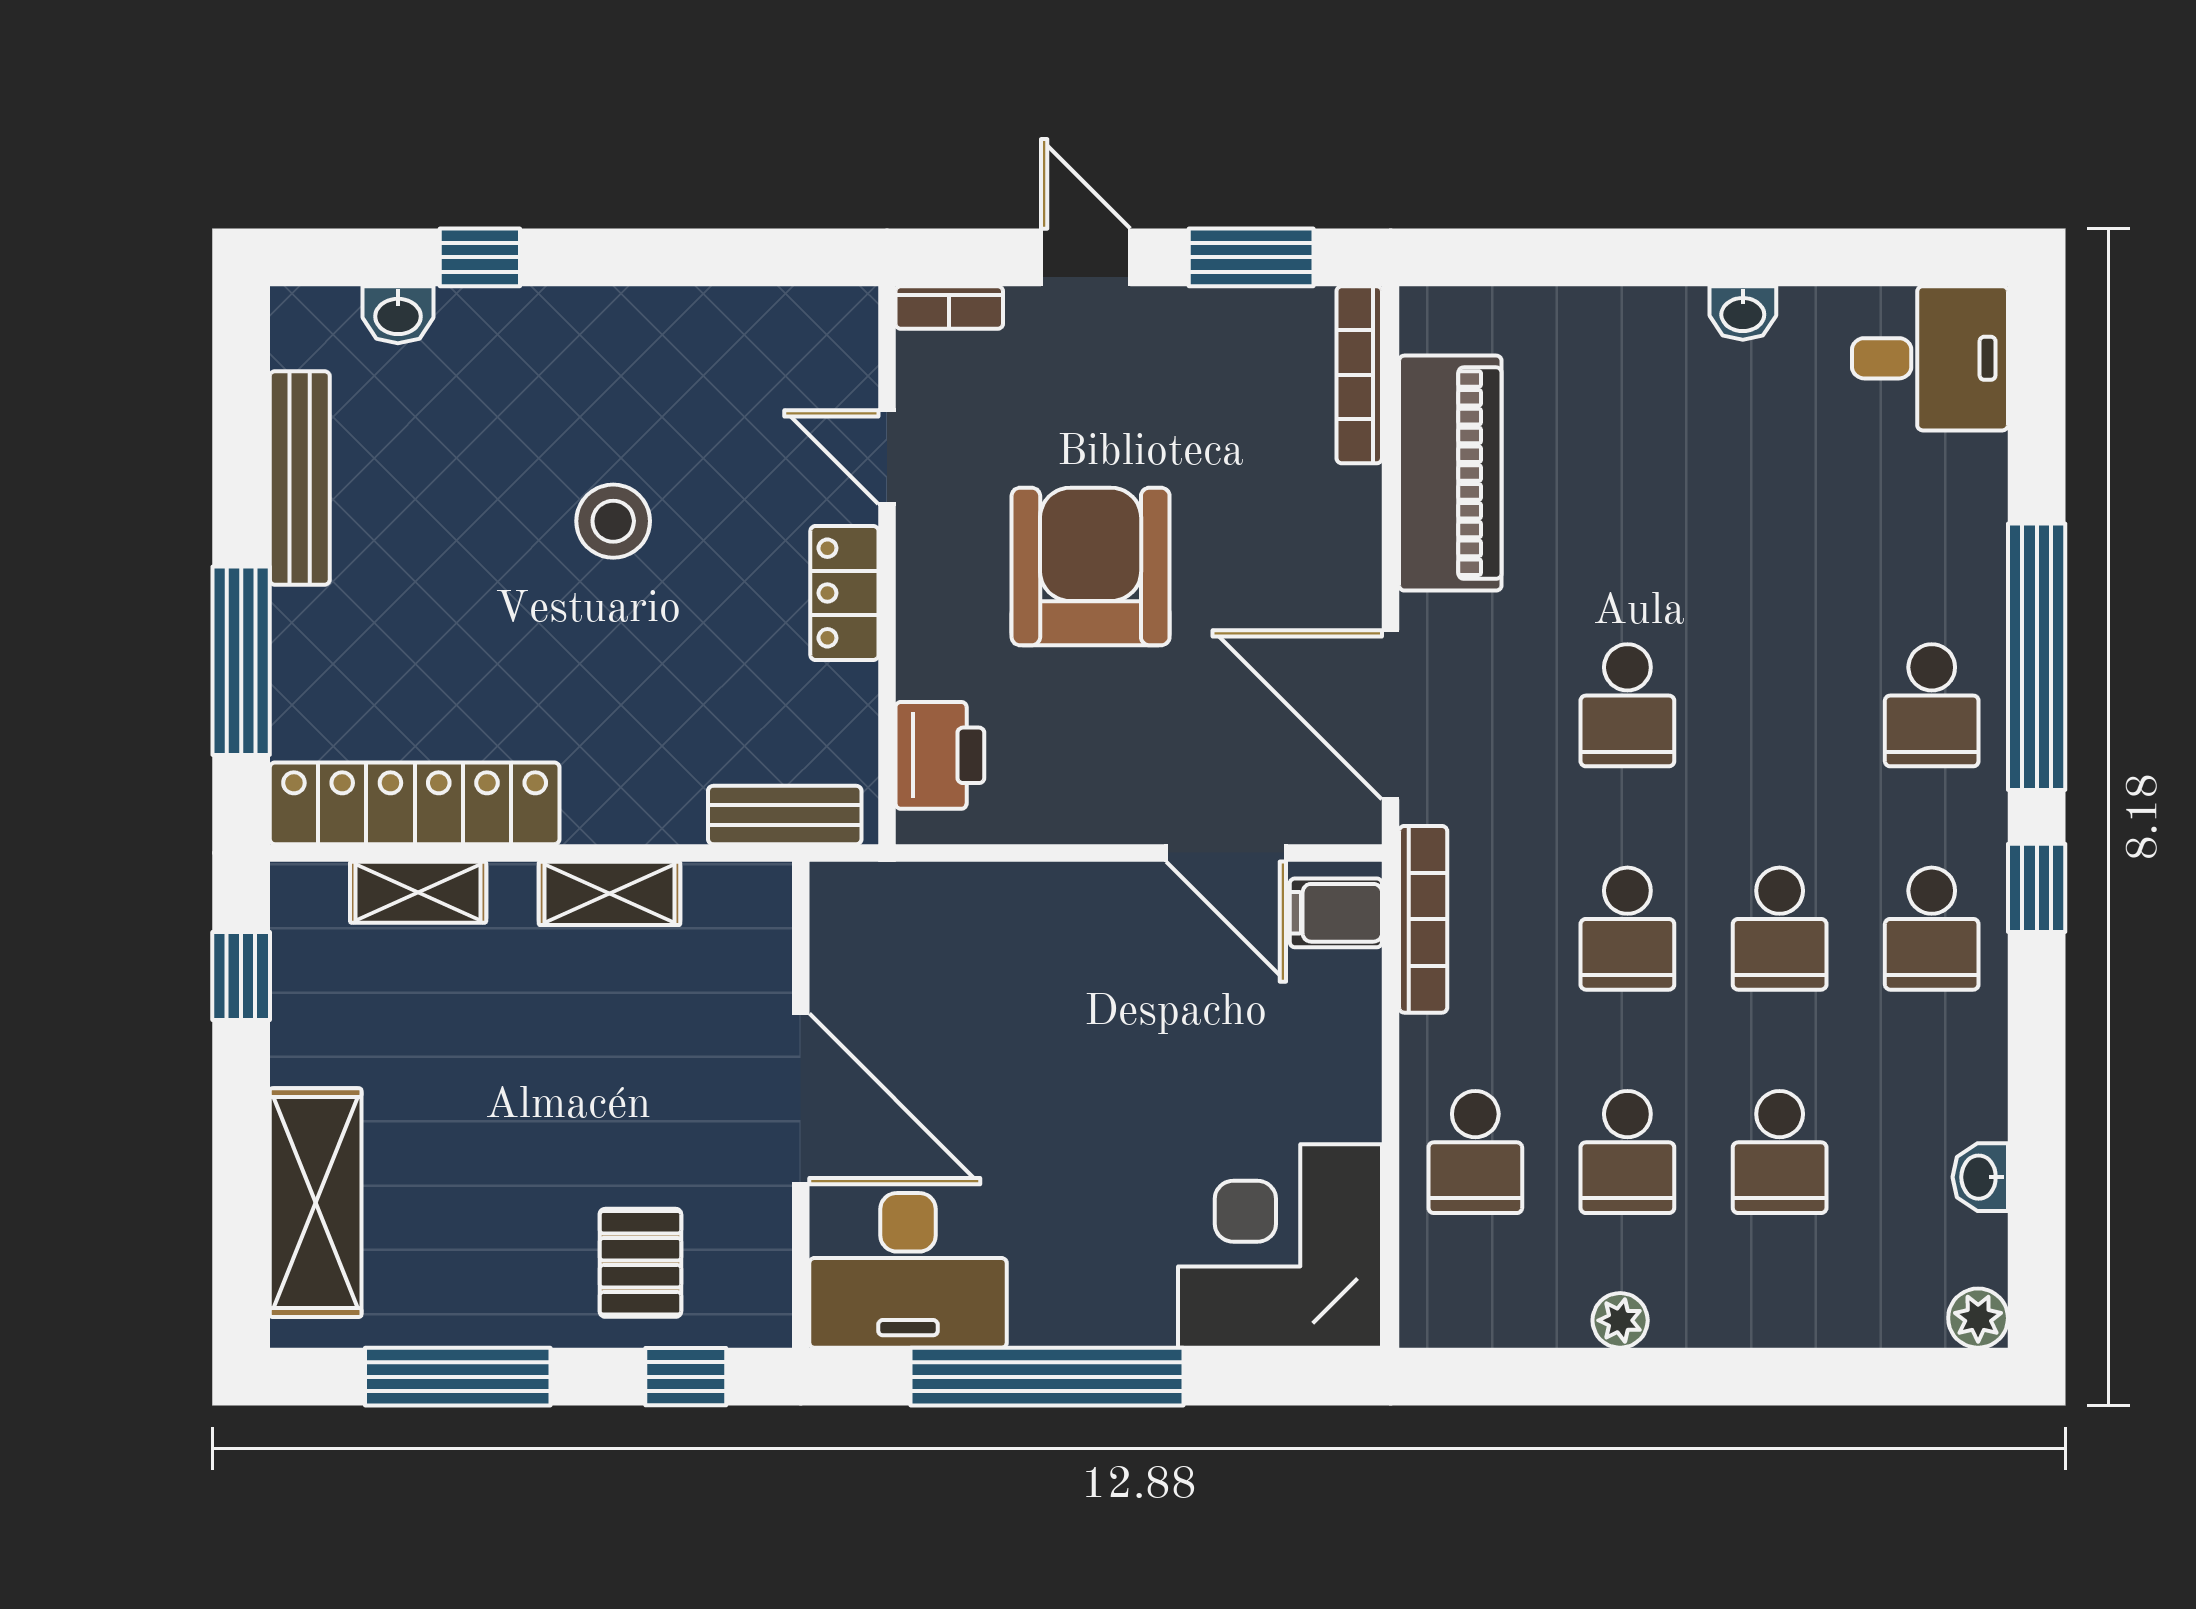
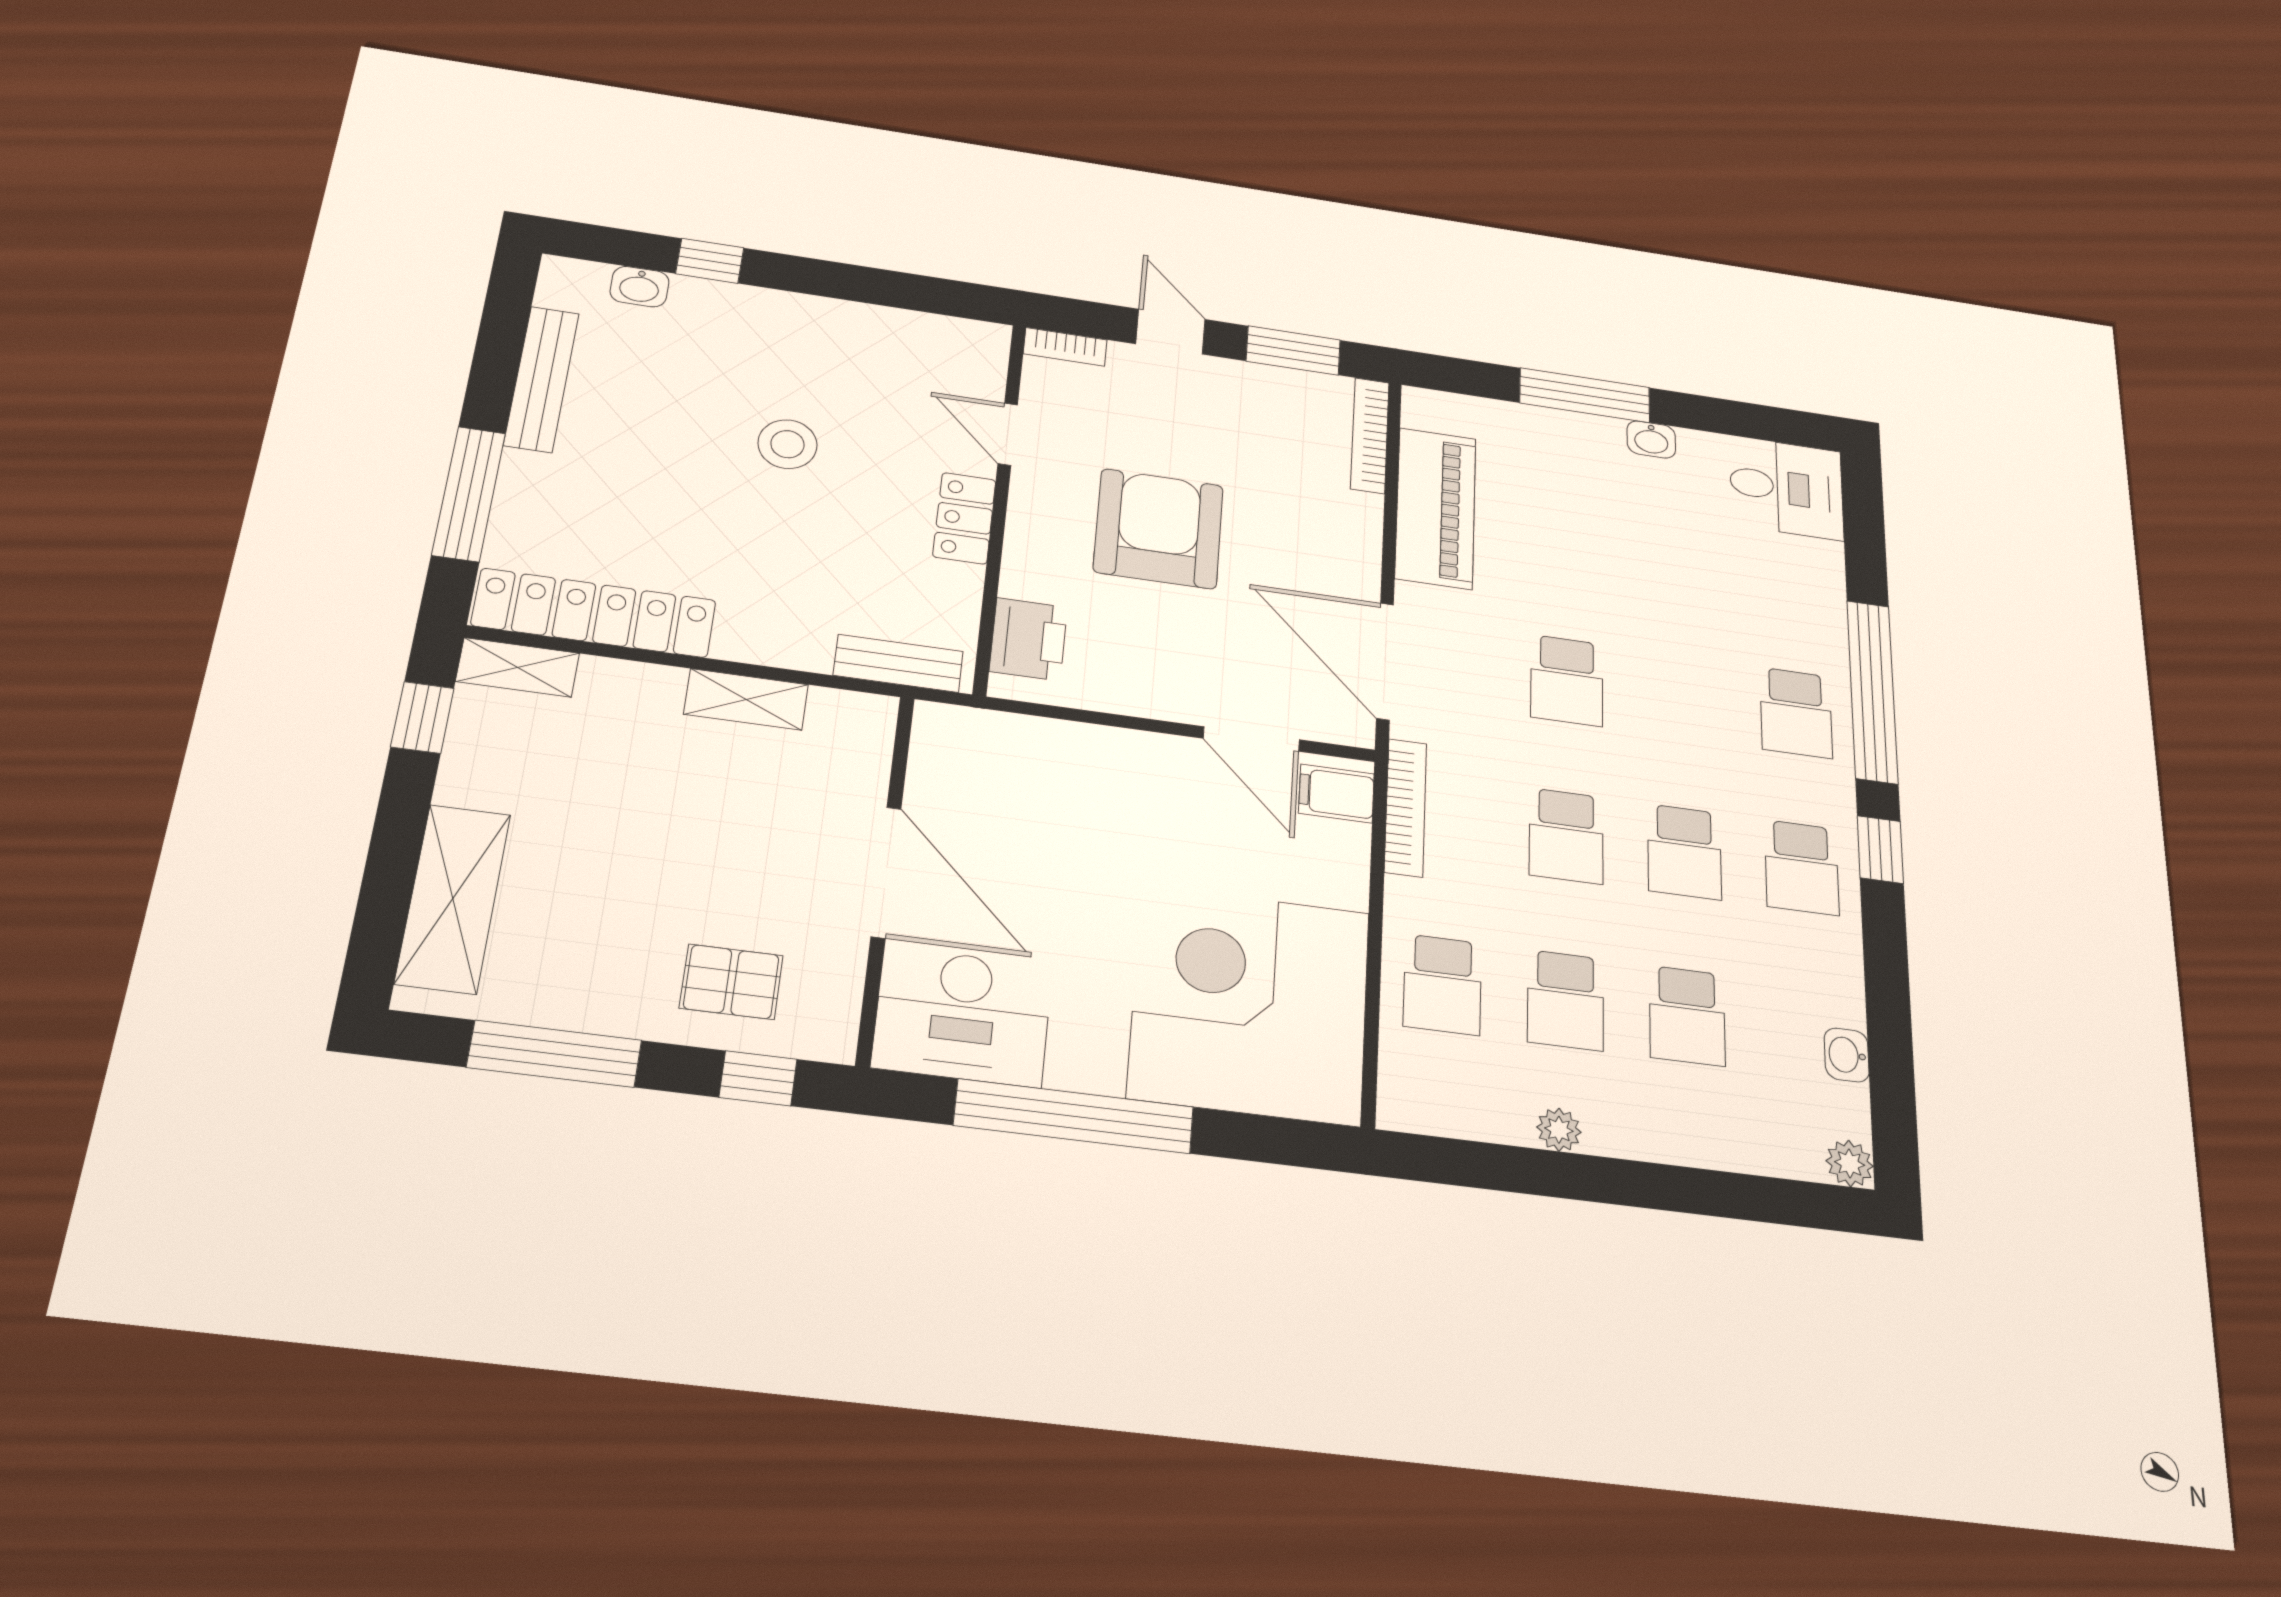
window: (1651, 257) -> (1585, 395), added
shelving: (418, 892) -> (518, 667), moved
corner desk: (1280, 1246) -> (1250, 1004), width x1.36, depth x1.36
pallet: (640, 1263) -> (731, 982), turned 90

